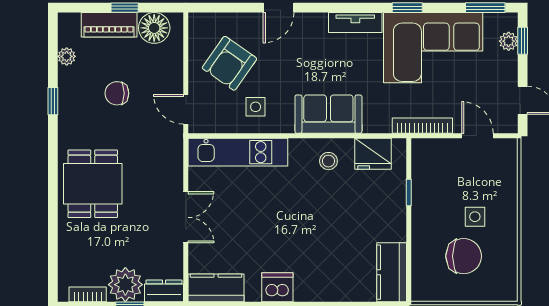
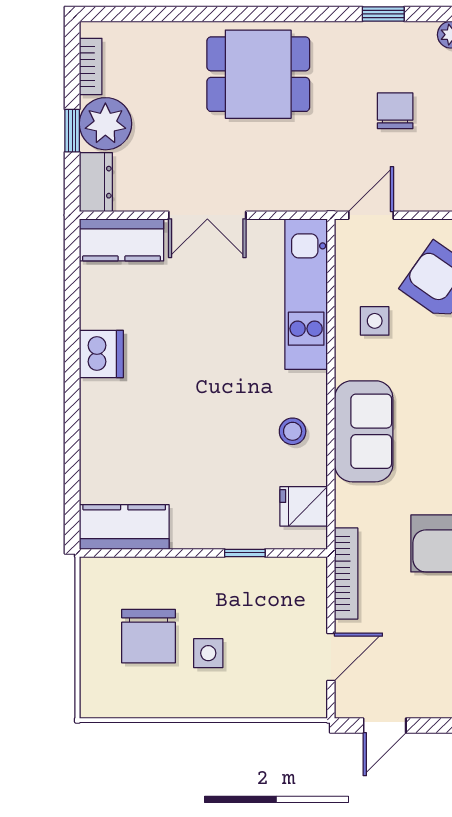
fridge: (373, 154) -> (304, 506), width x0.72
kitchen counter: (216, 288) -> (121, 240), moved, turned 90

